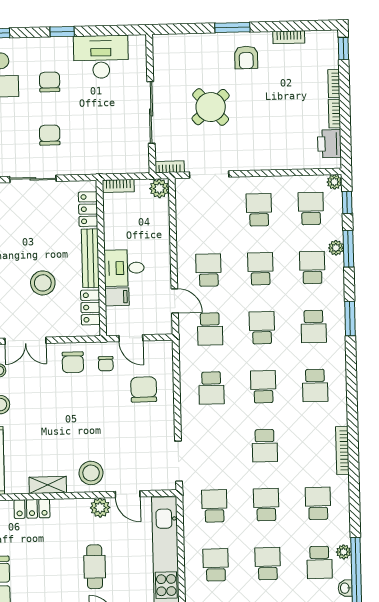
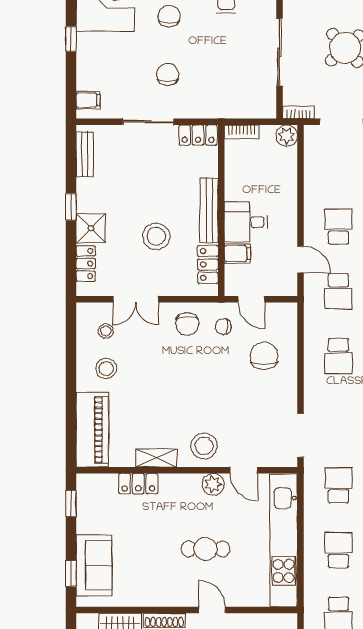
locker: (88, 209) -> (198, 135), moved, turned -90
chair: (106, 364) -> (223, 326), turned 90
cafe table: (95, 567) -> (205, 549), turned 90

